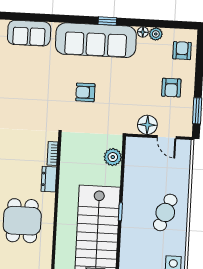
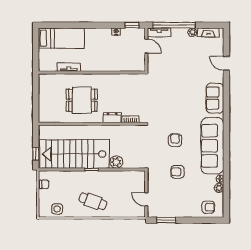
window: (107, 21) -> (226, 153), removed
armchair: (171, 88) -> (178, 172), moved
floor lamp: (147, 125) -> (154, 185), removed
door: (167, 137) -> (146, 199), hinge flipped
plant: (113, 157) -> (116, 162), moved

